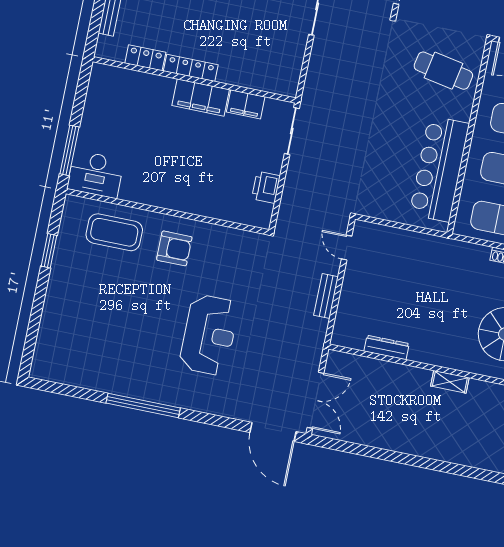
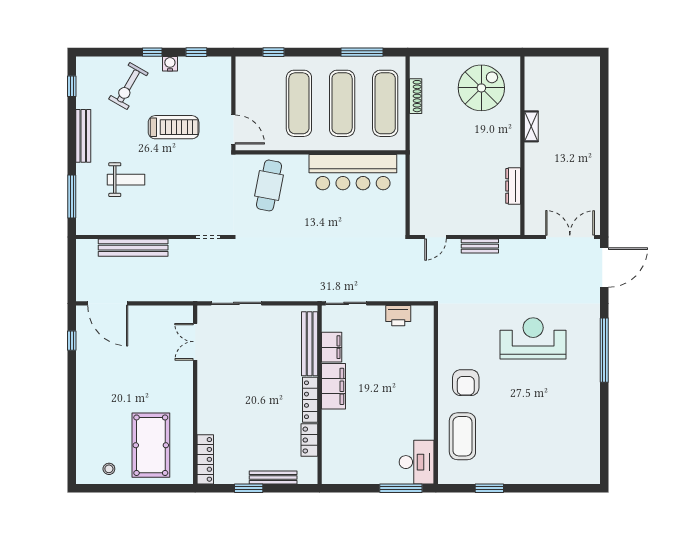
bench: (254, 80) -> (310, 344), added
armchair: (174, 248) -> (466, 383), turned 180
window: (143, 406) -> (604, 350), moved

